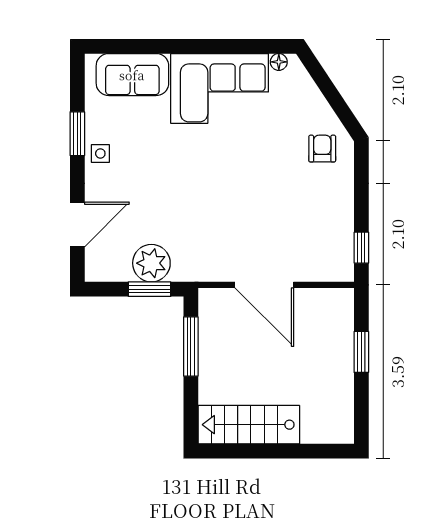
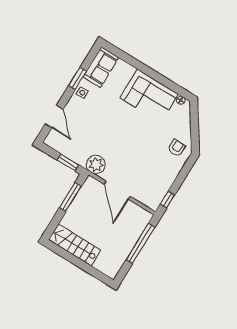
sofa: (132, 75) -> (101, 67), moved, turned -90
door: (77, 224) -> (54, 117), hinge flipped
plant: (151, 263) -> (96, 165), moved
window: (361, 352) -> (141, 243), width x2.11

